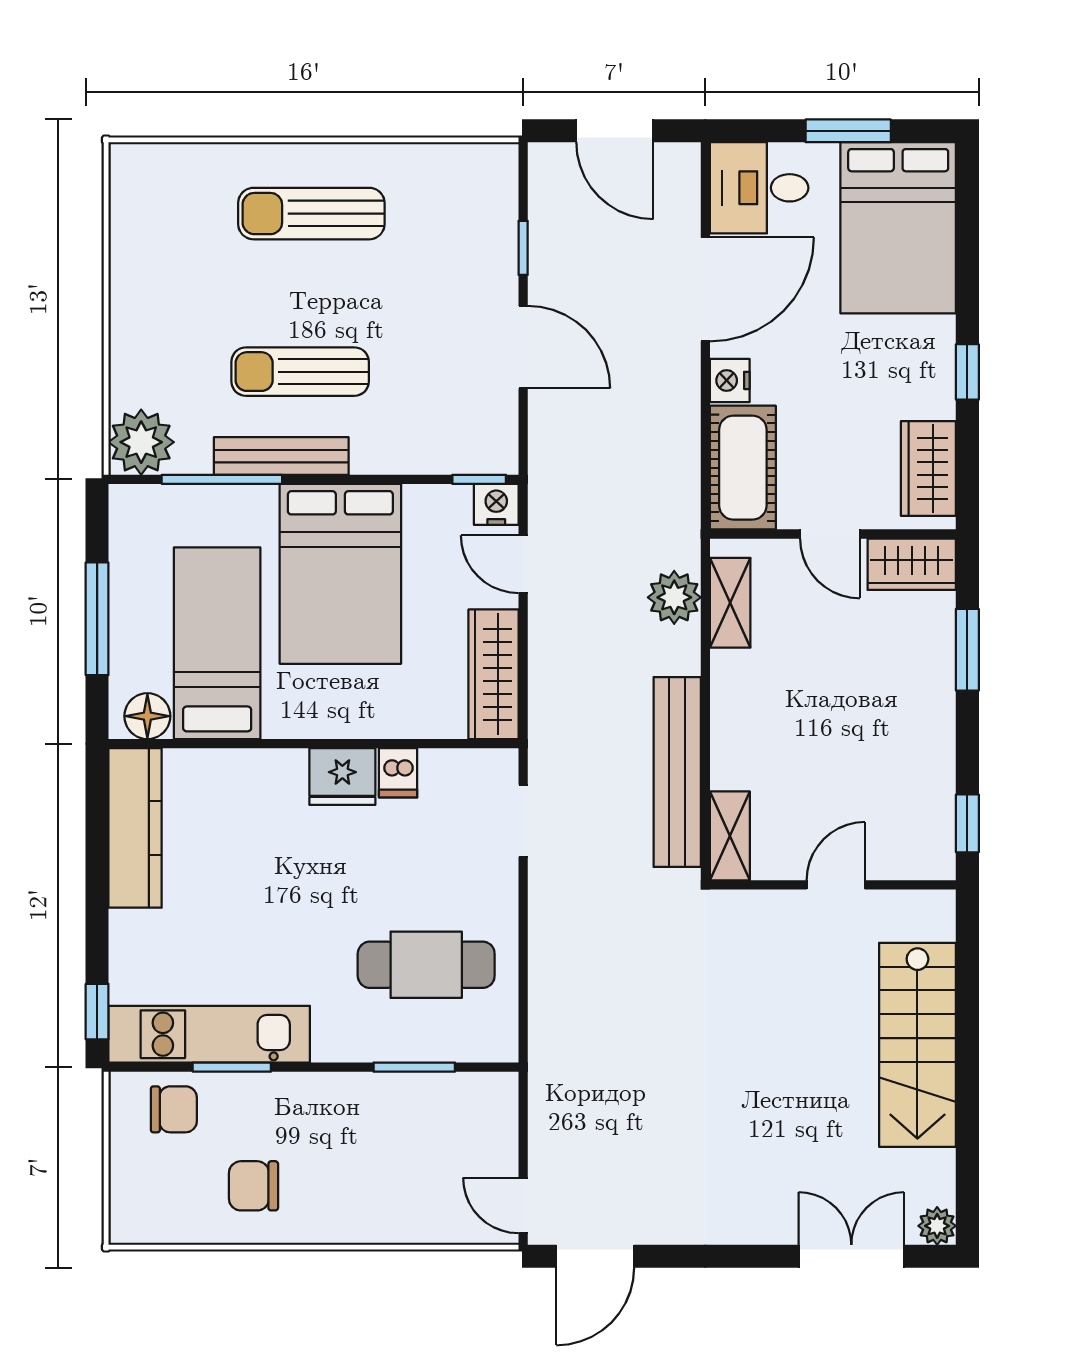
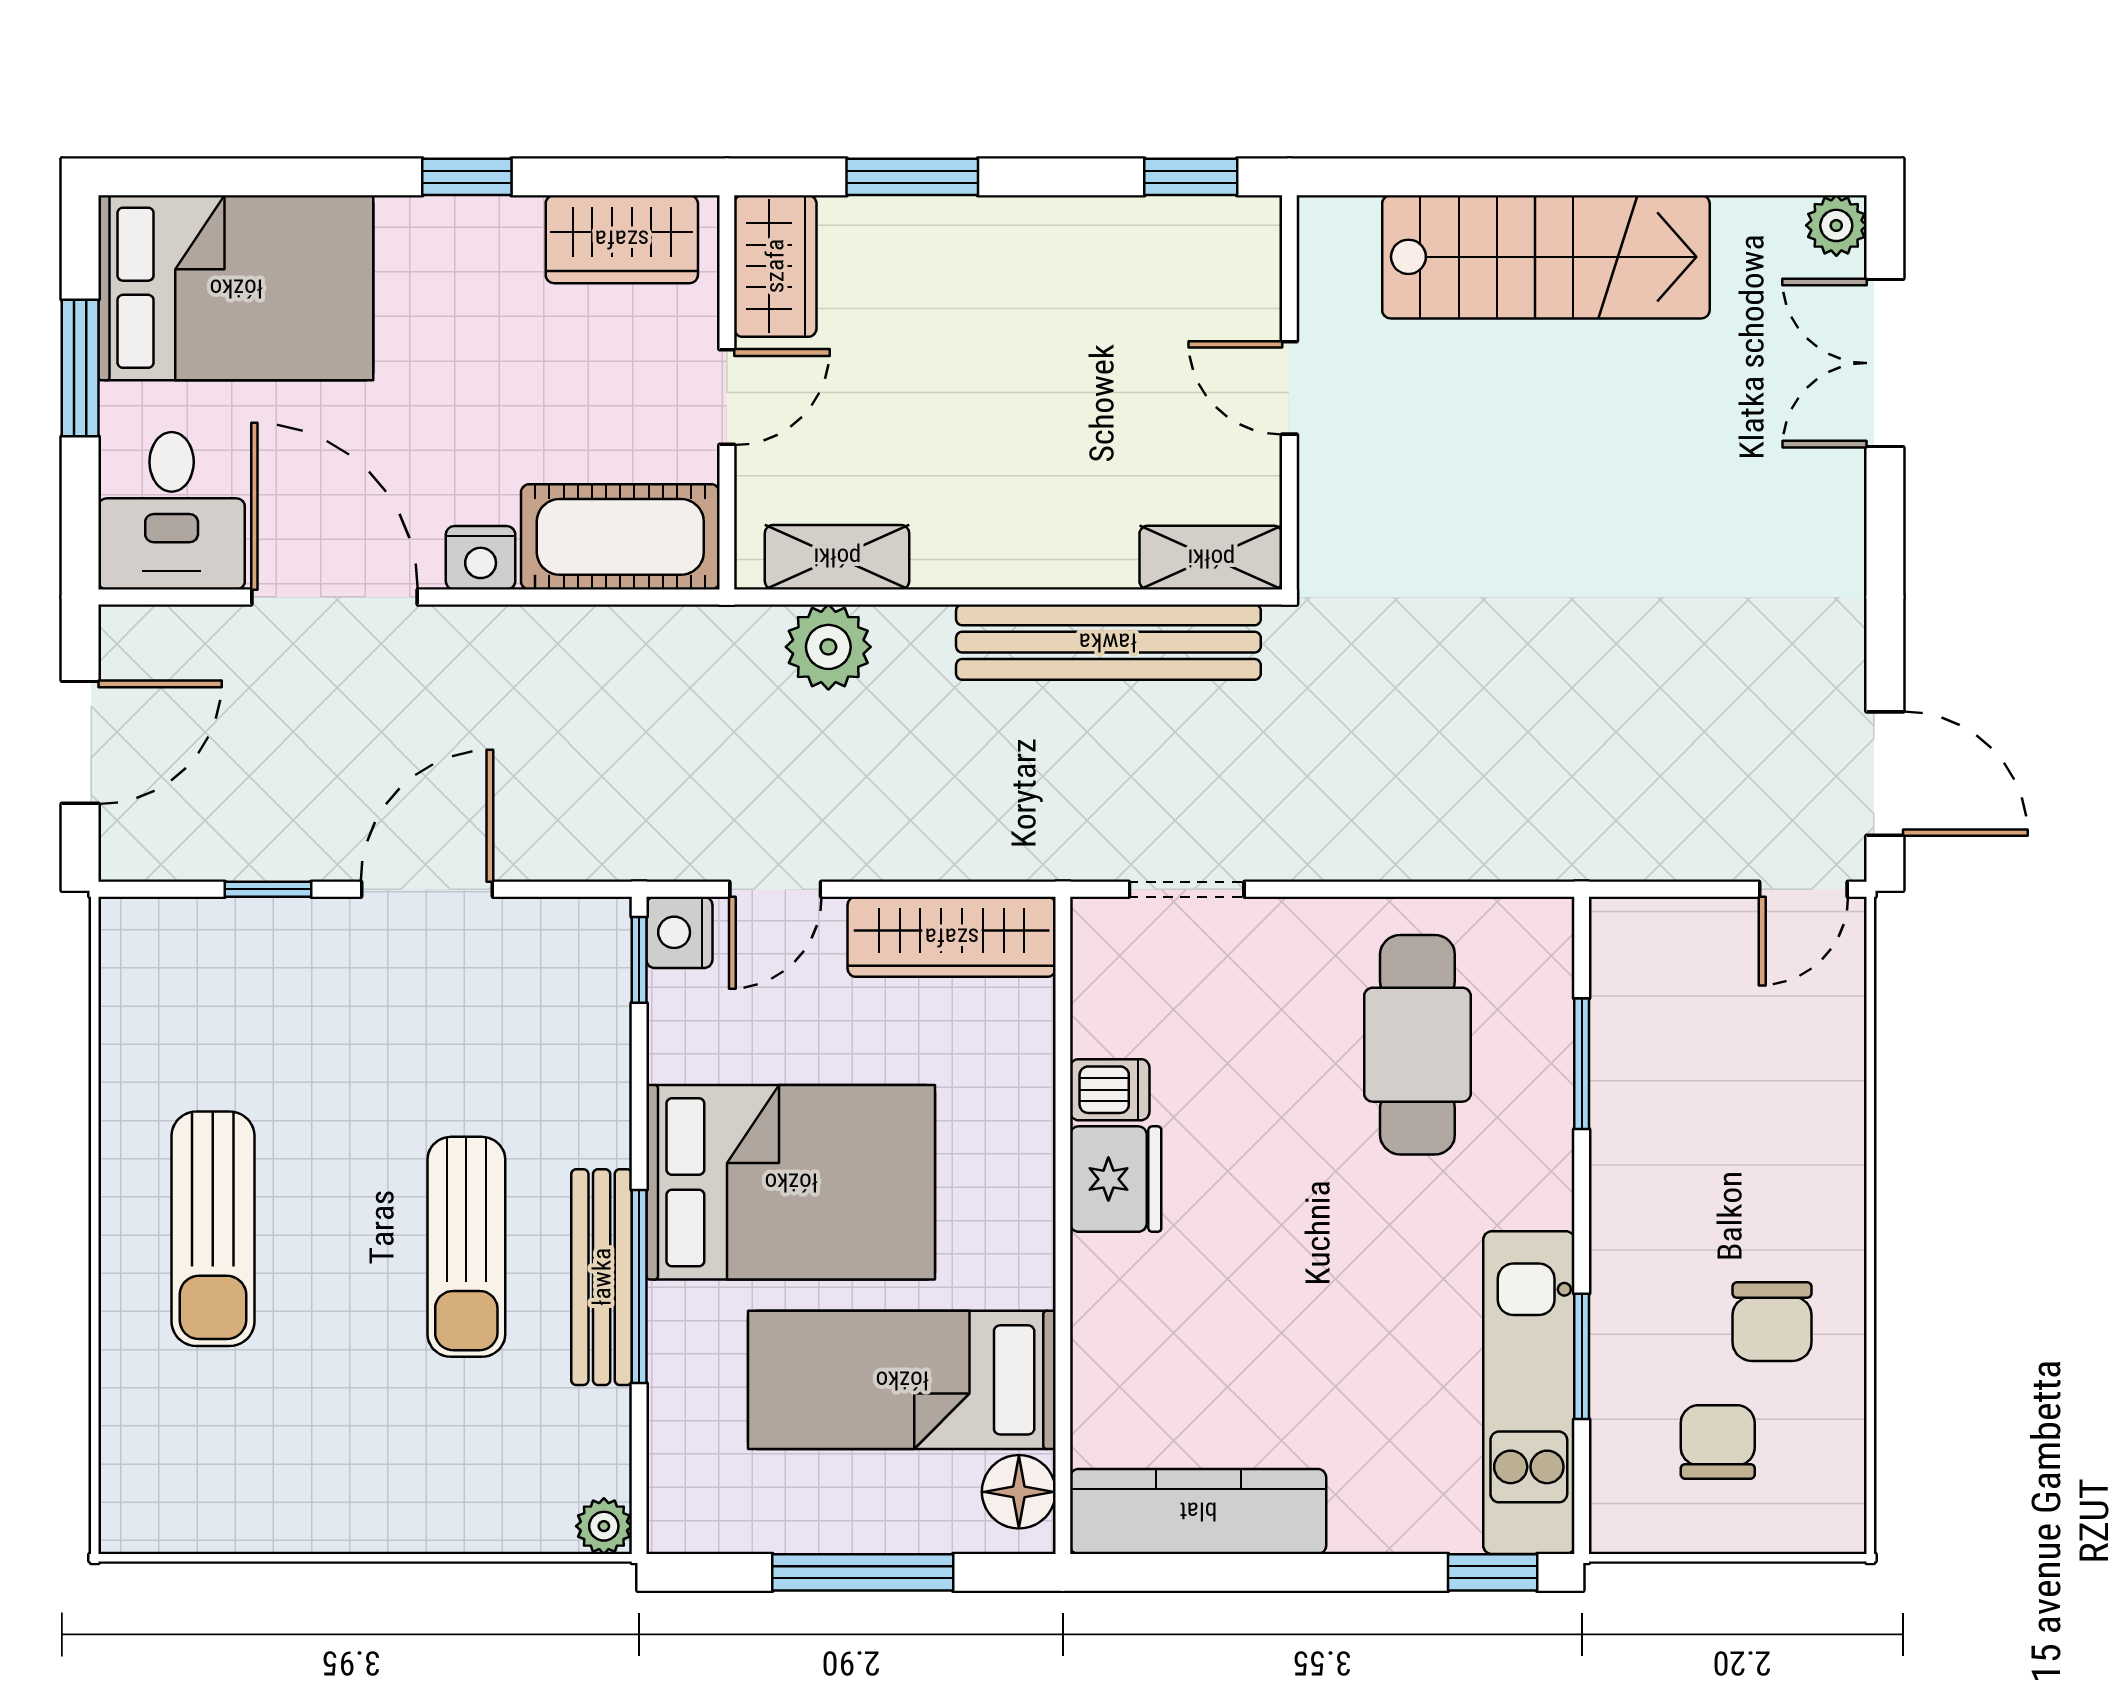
plant: (141, 442) -> (604, 1526), width x0.53, depth x0.53
window: (222, 479) -> (639, 1286), moved
chair: (174, 1109) -> (1718, 1442), moved

